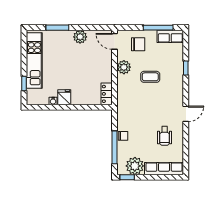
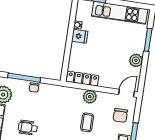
plant: (124, 67) -> (90, 97), moved
locker: (107, 94) -> (83, 79), width x1.53

